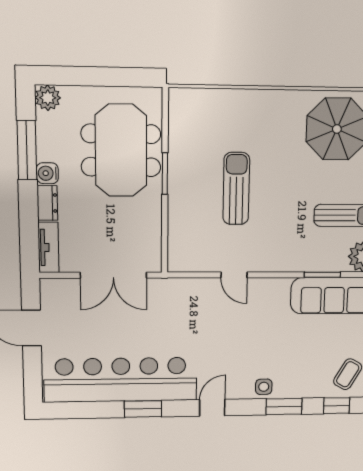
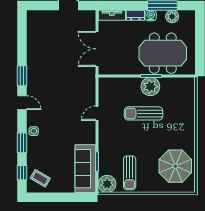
plant: (48, 98) -> (172, 17), moved
plant: (185, 175) -> (150, 87), added
sun lounger: (236, 189) -> (144, 113), turned 180
bar counter: (121, 380) -> (39, 53), removed
window: (143, 409) -> (22, 76), moved

